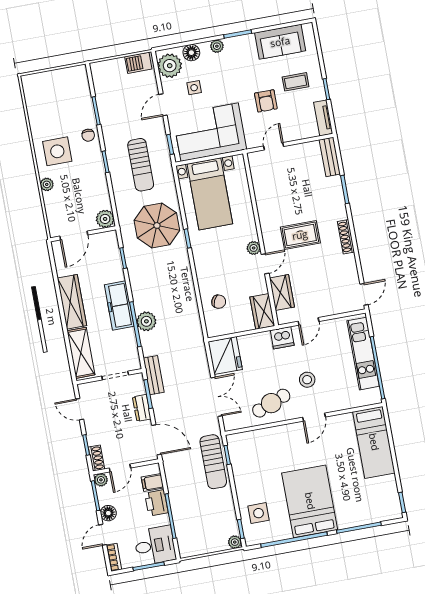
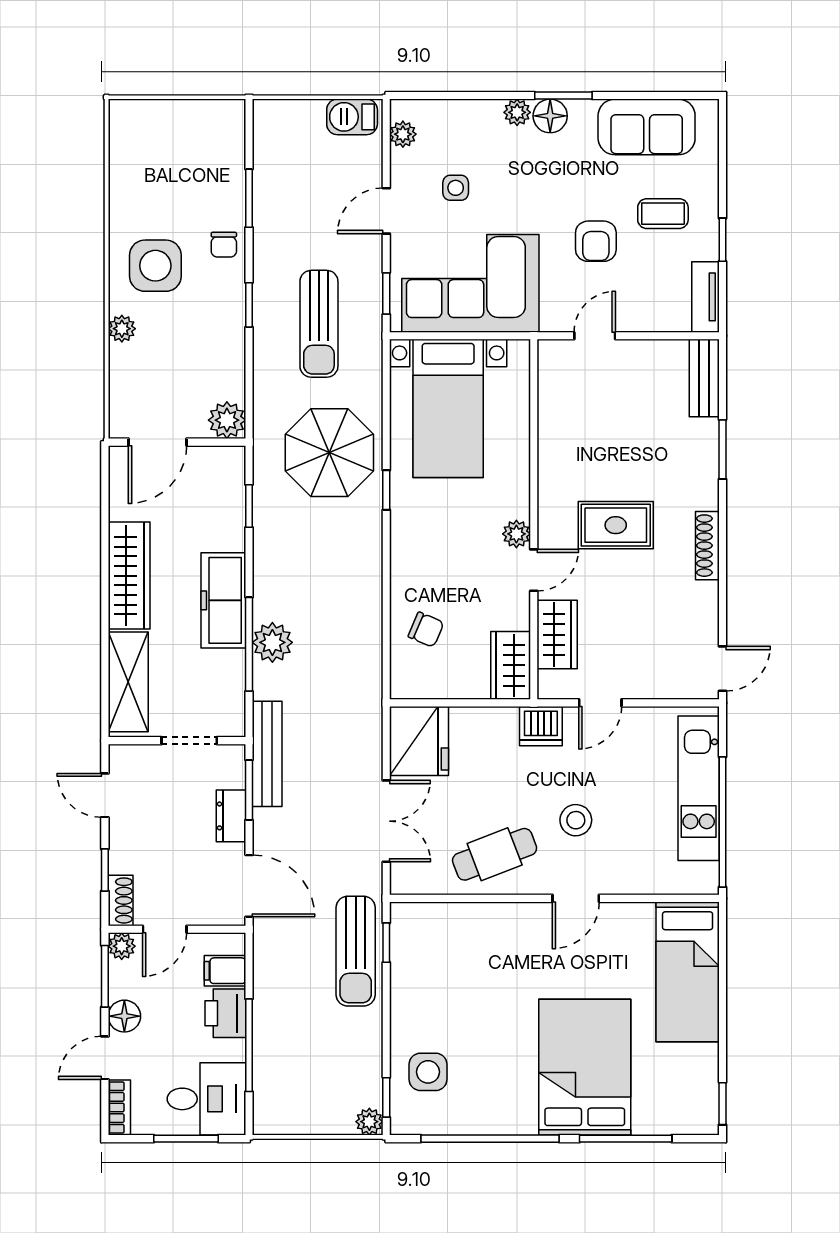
floor lamp: (191, 53) -> (550, 116), moved
plant: (170, 66) -> (403, 134), width x0.53, depth x0.53
bench: (154, 375) -> (267, 754), width x1.36
bed: (310, 501) -> (585, 1067), moved

